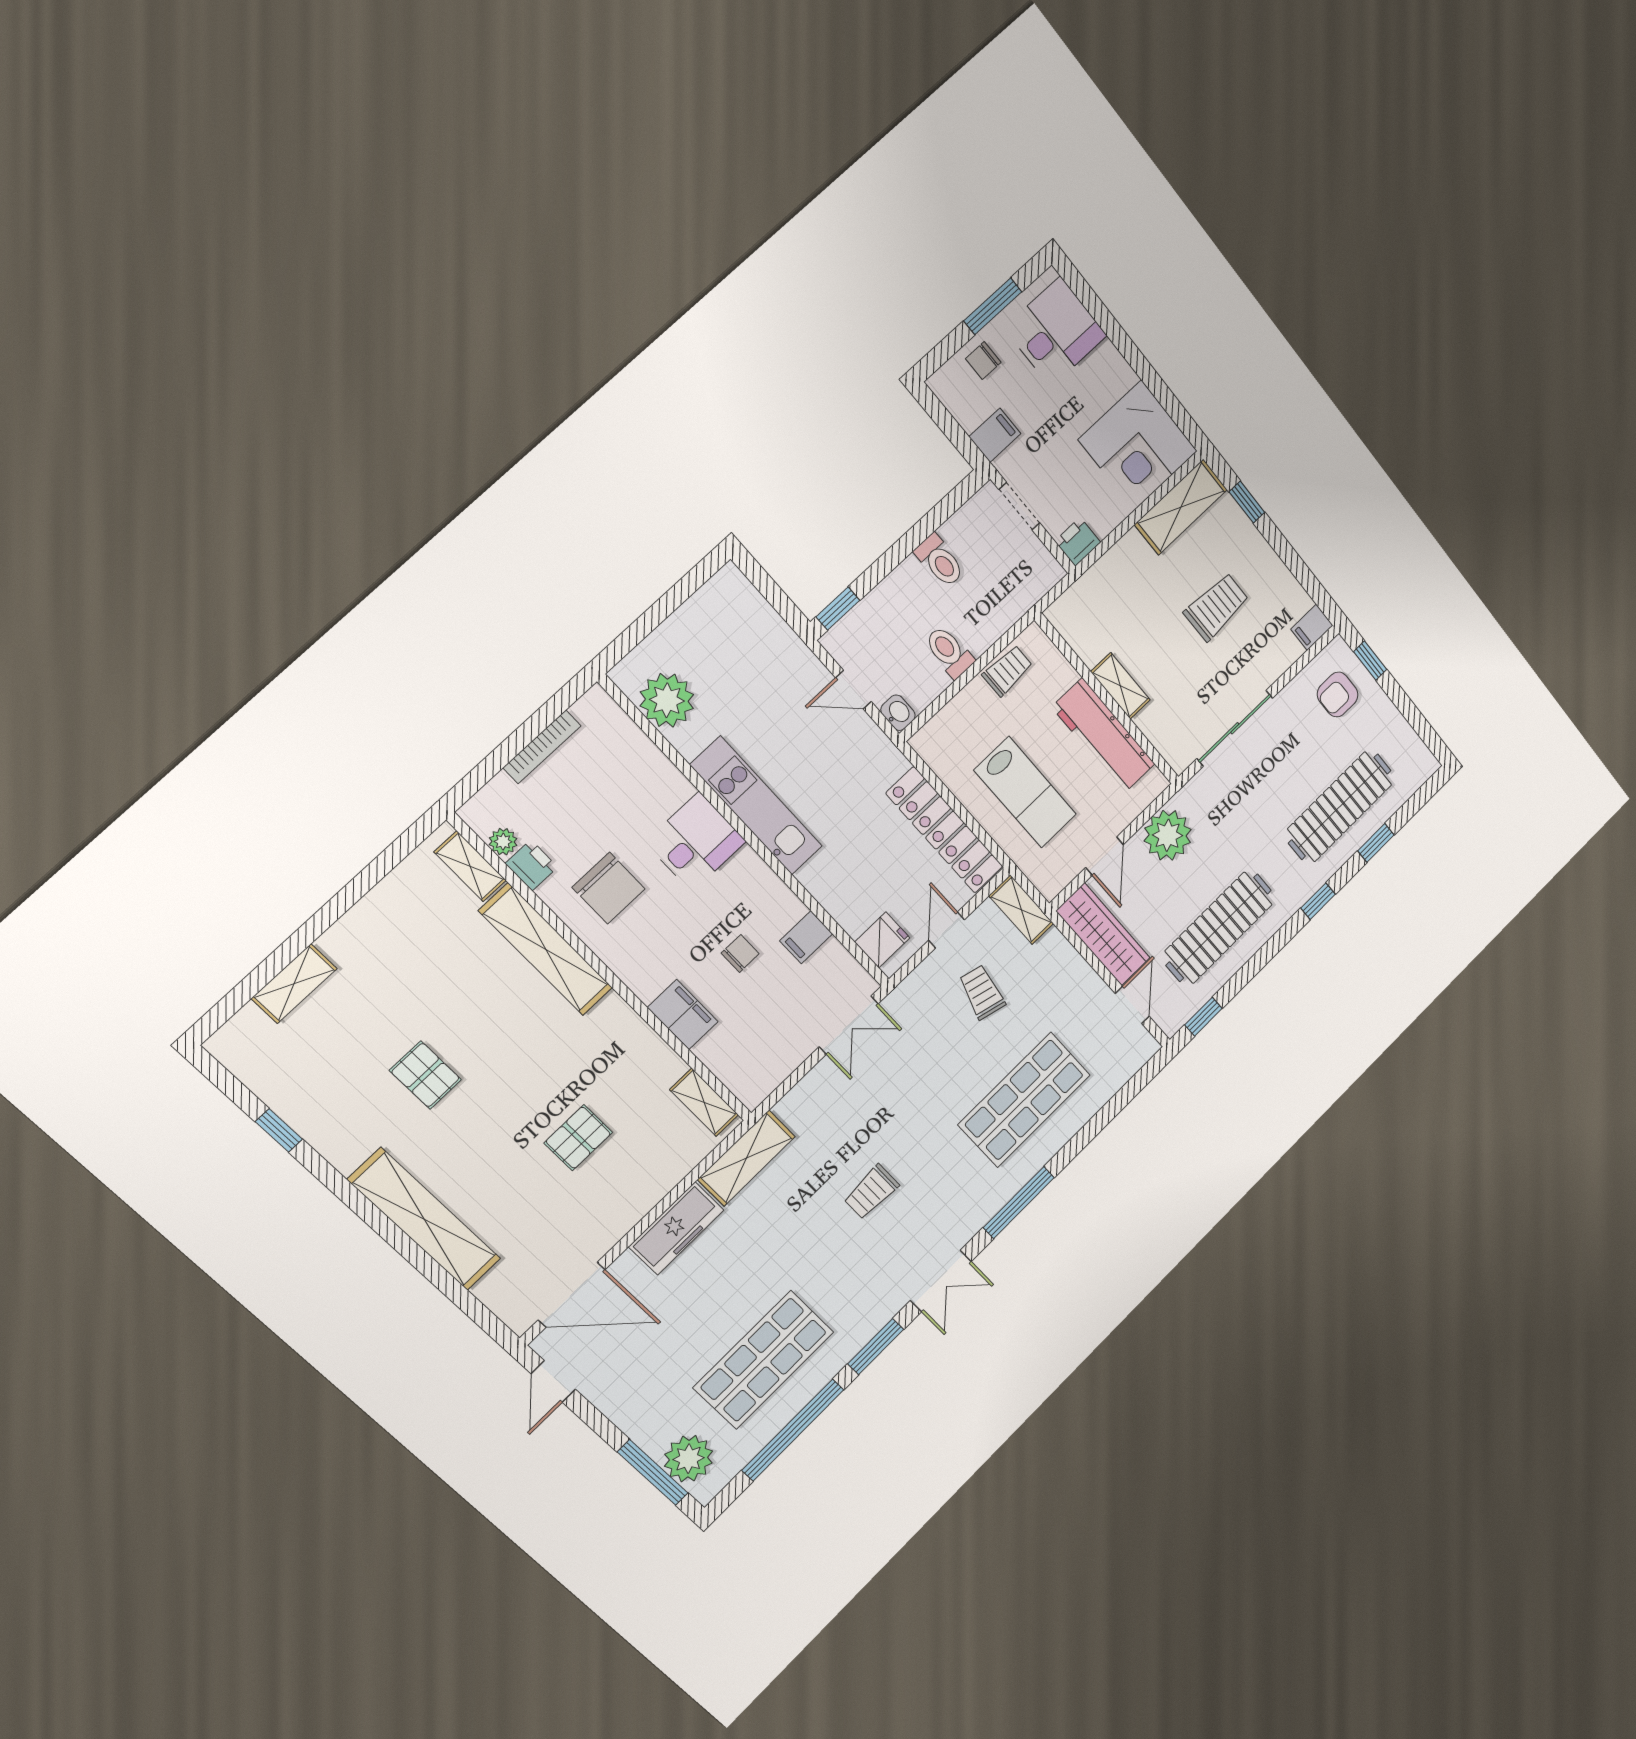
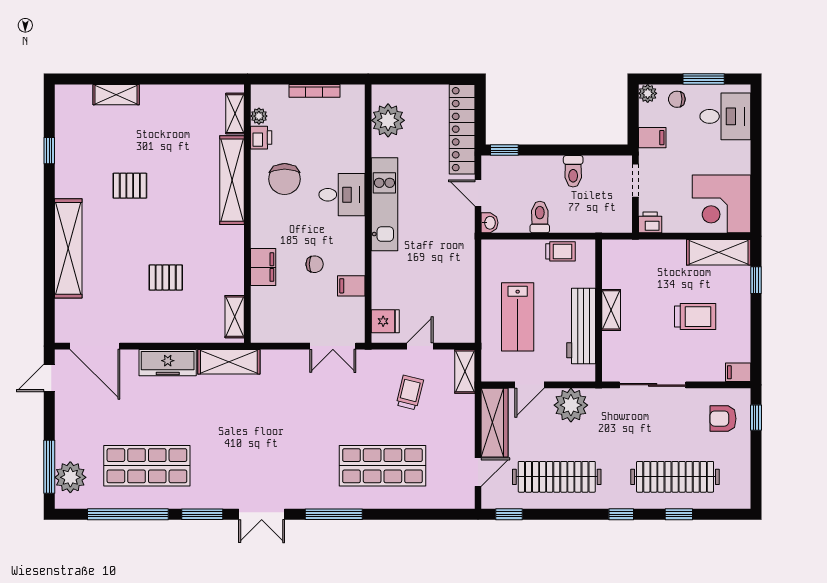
plant: (944, 384) -> (648, 93), added
locker: (945, 830) -> (462, 129), moved
pallet: (425, 1075) -> (130, 186), turned 90
trolley: (871, 1192) -> (270, 436), removed

